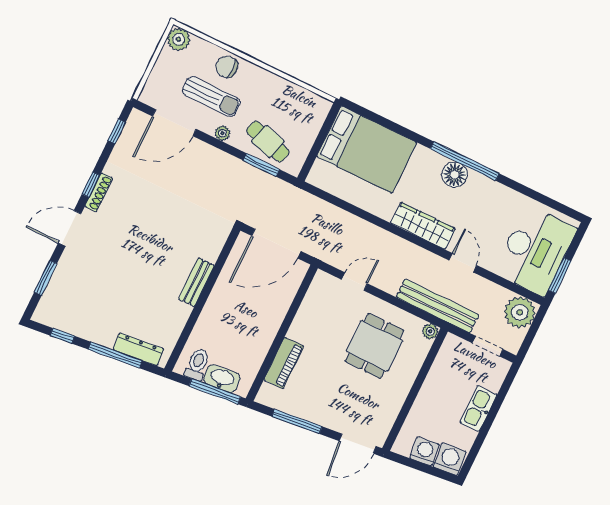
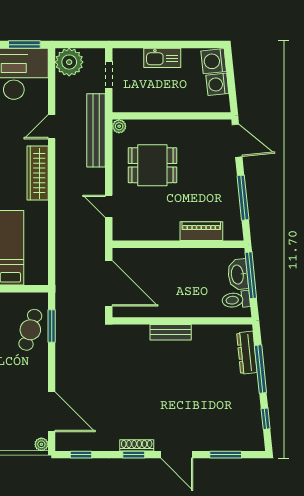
sun lounger: (211, 97) -> (16, 392), removed
plant: (222, 133) -> (41, 444), moved

